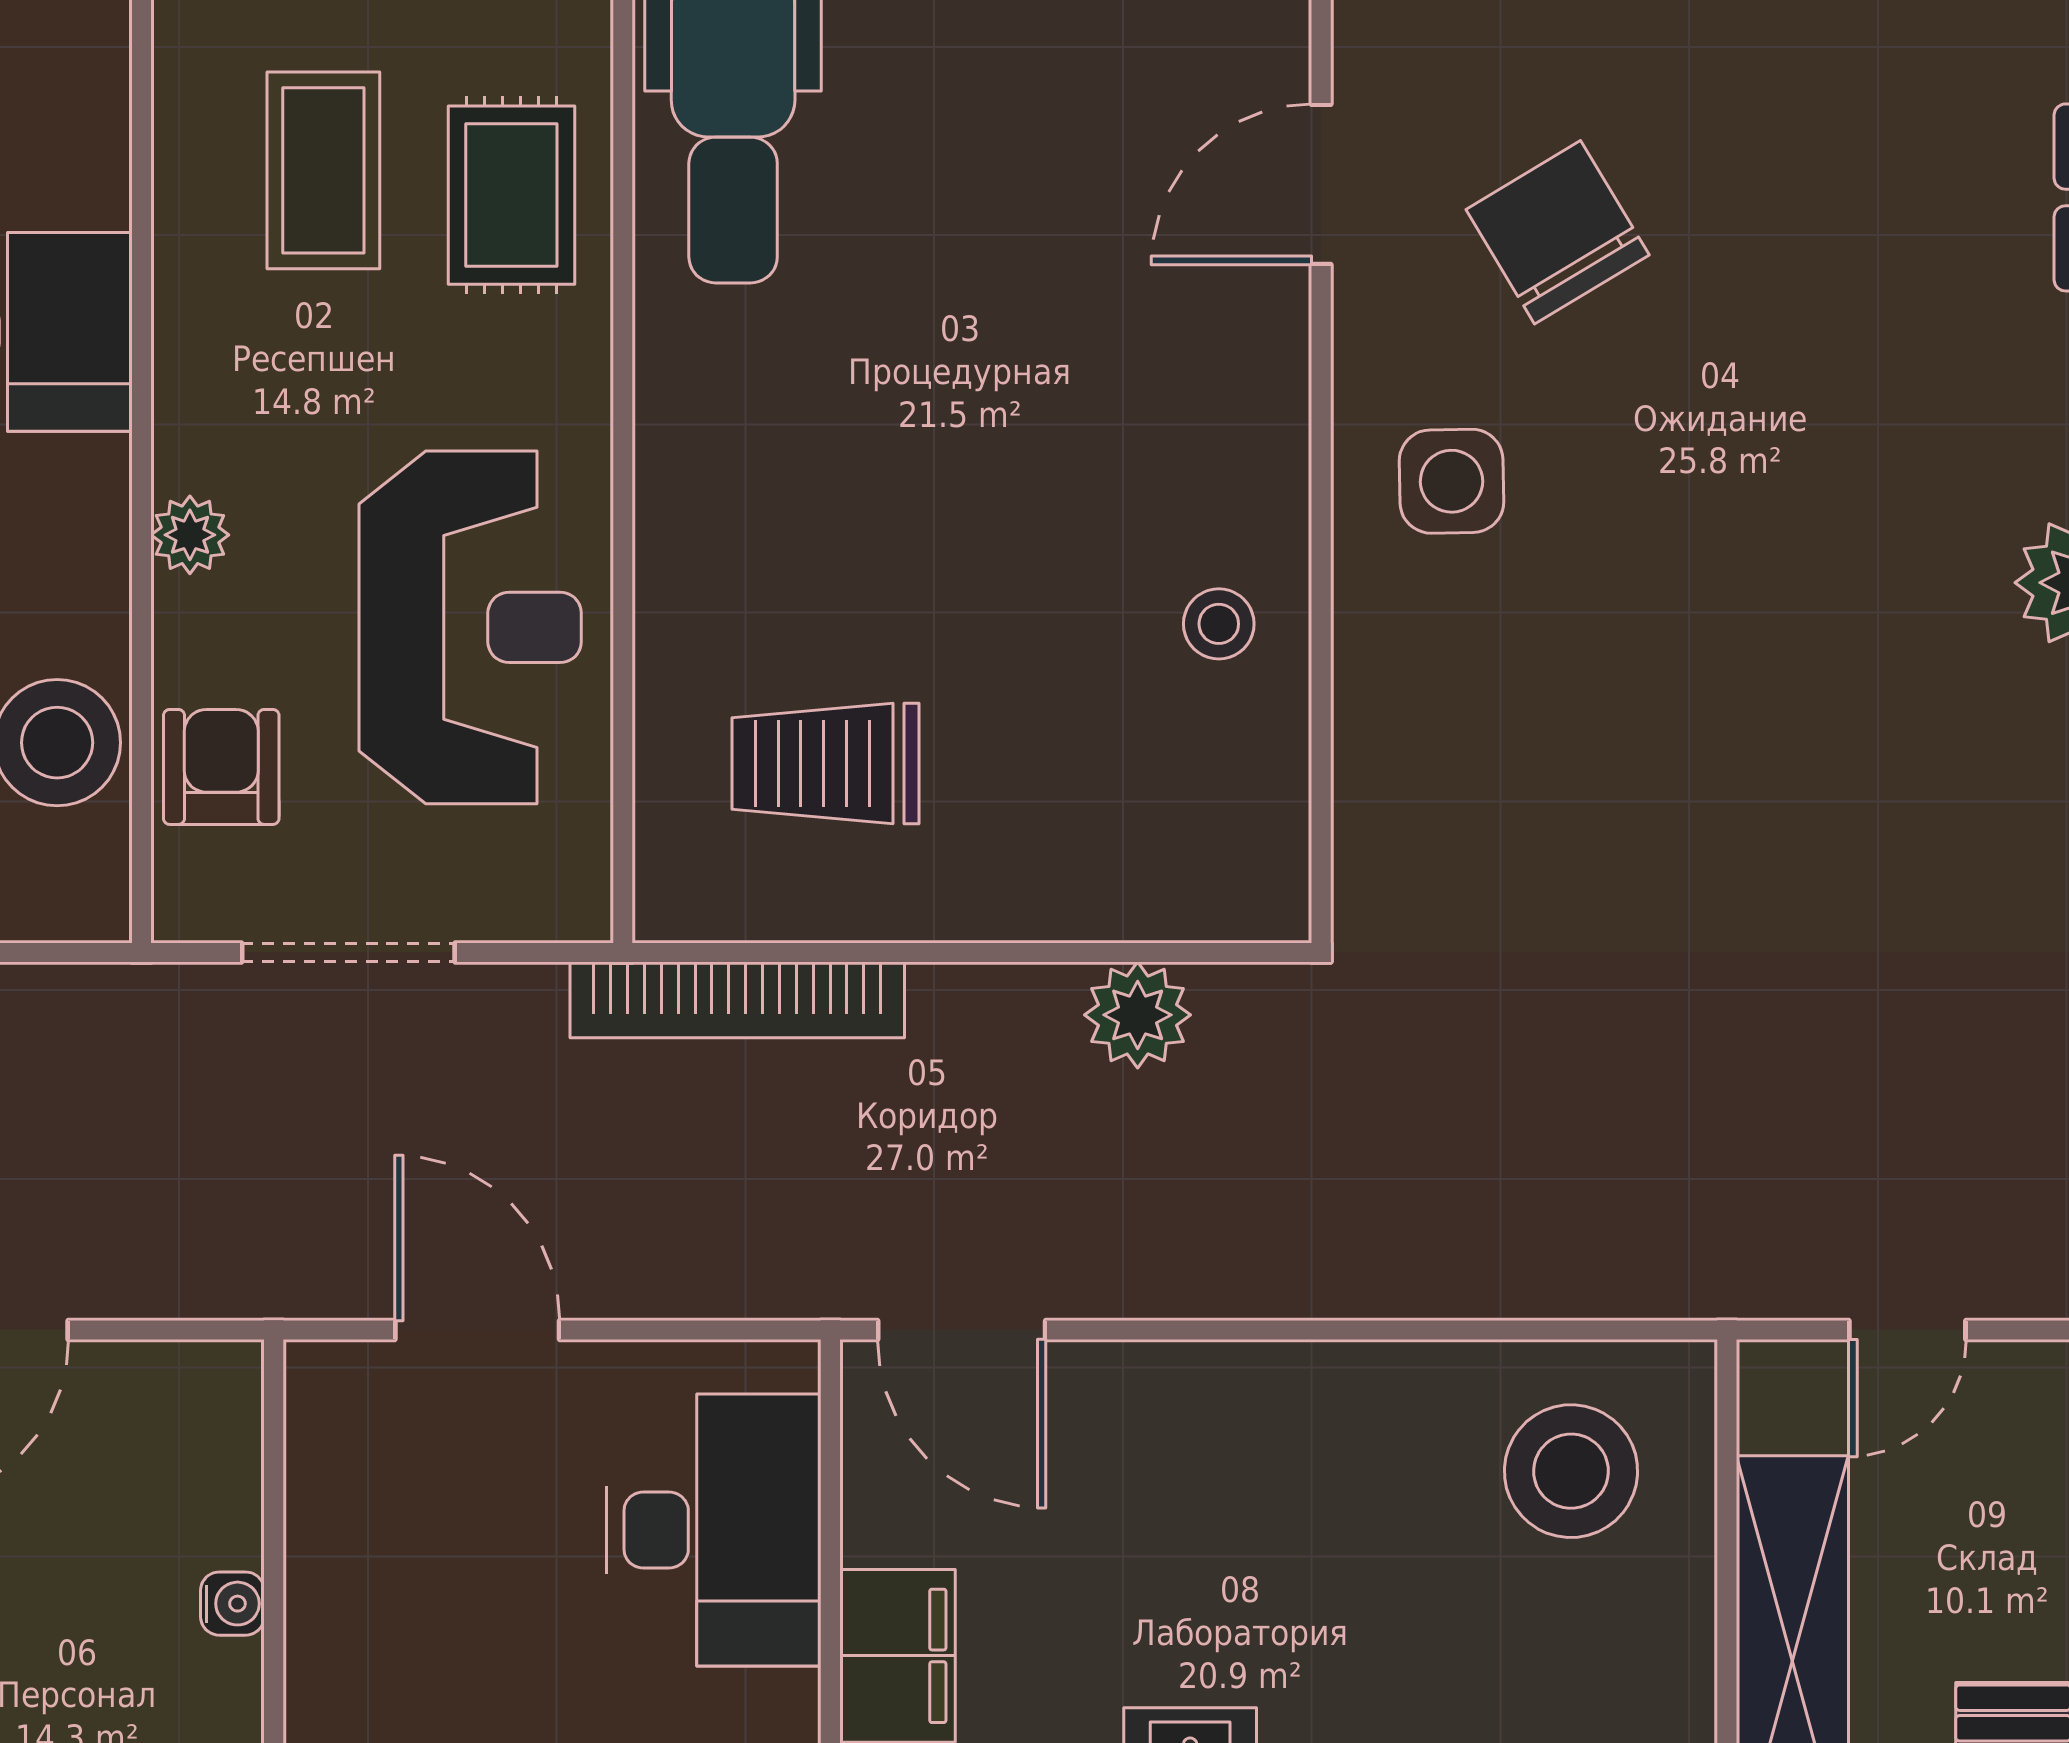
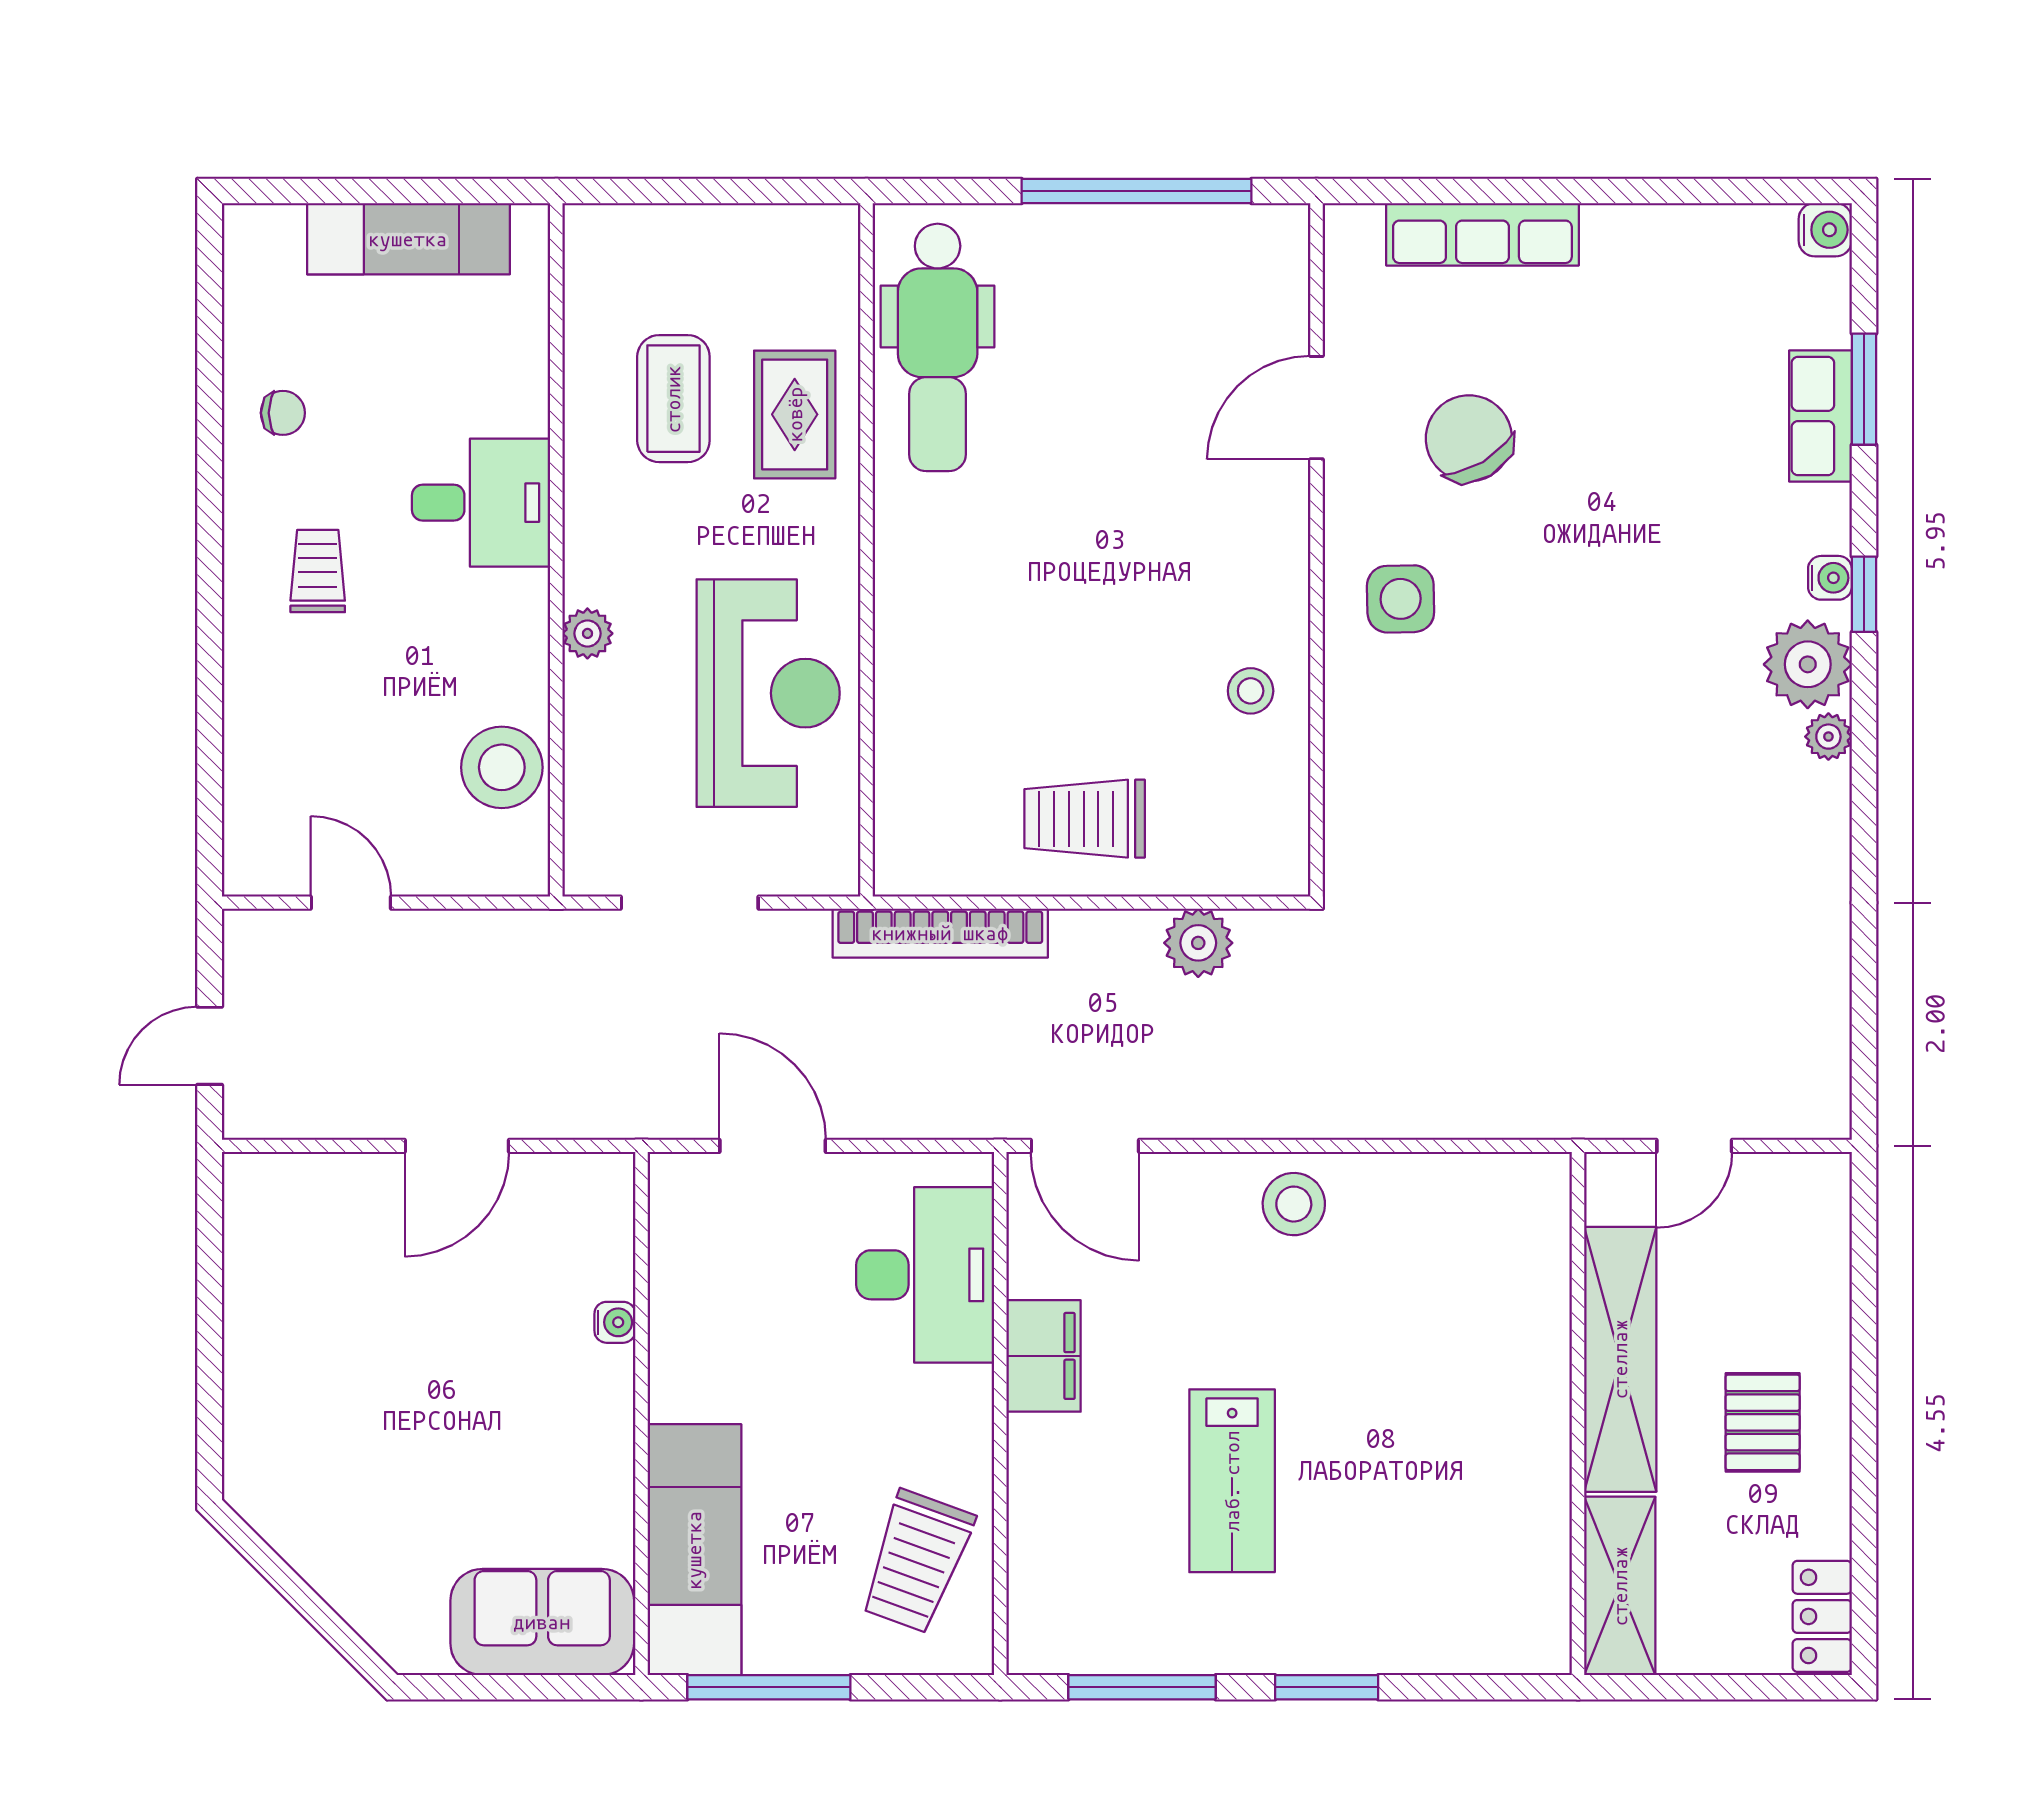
trolley: (826, 764) -> (1085, 819), moved
armchair: (221, 767) -> (608, 783), removed
stool: (1571, 1471) -> (1294, 1204), moved, width x0.73, depth x0.73

